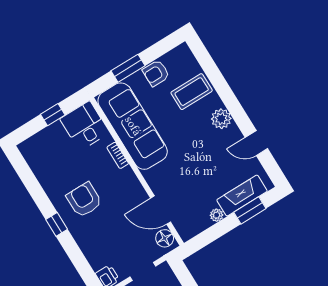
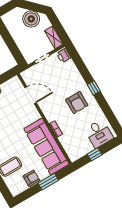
desk: (85, 126) -> (99, 134), moved
floor lamp: (165, 238) -> (28, 78), removed

